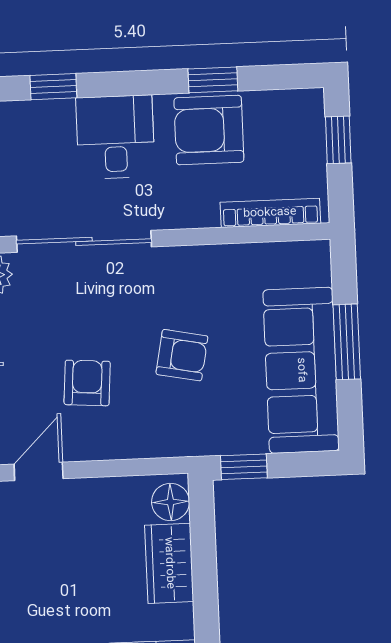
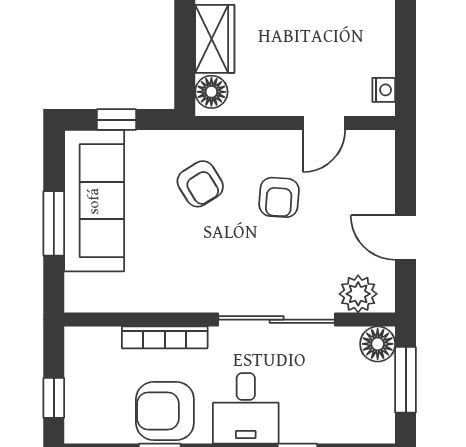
armchair: (209, 130) -> (165, 411), turned 180
bookcase: (270, 213) -> (165, 337), moved
armchair: (182, 355) -> (200, 184), moved, turned -133
window: (244, 467) -> (116, 120), moved

